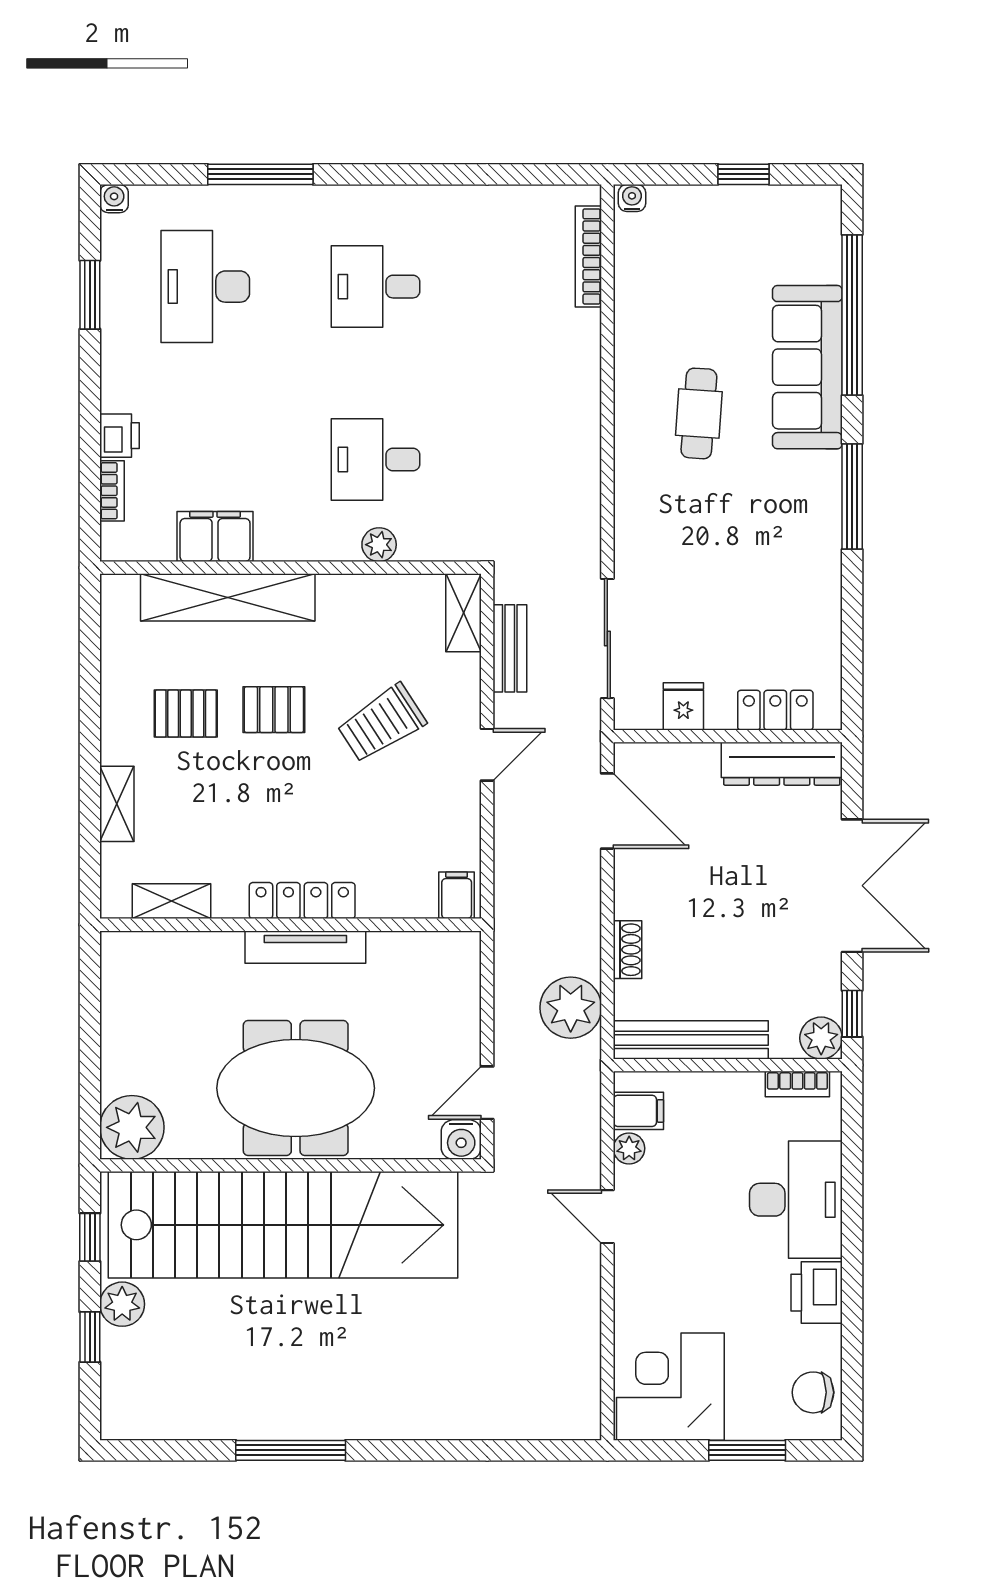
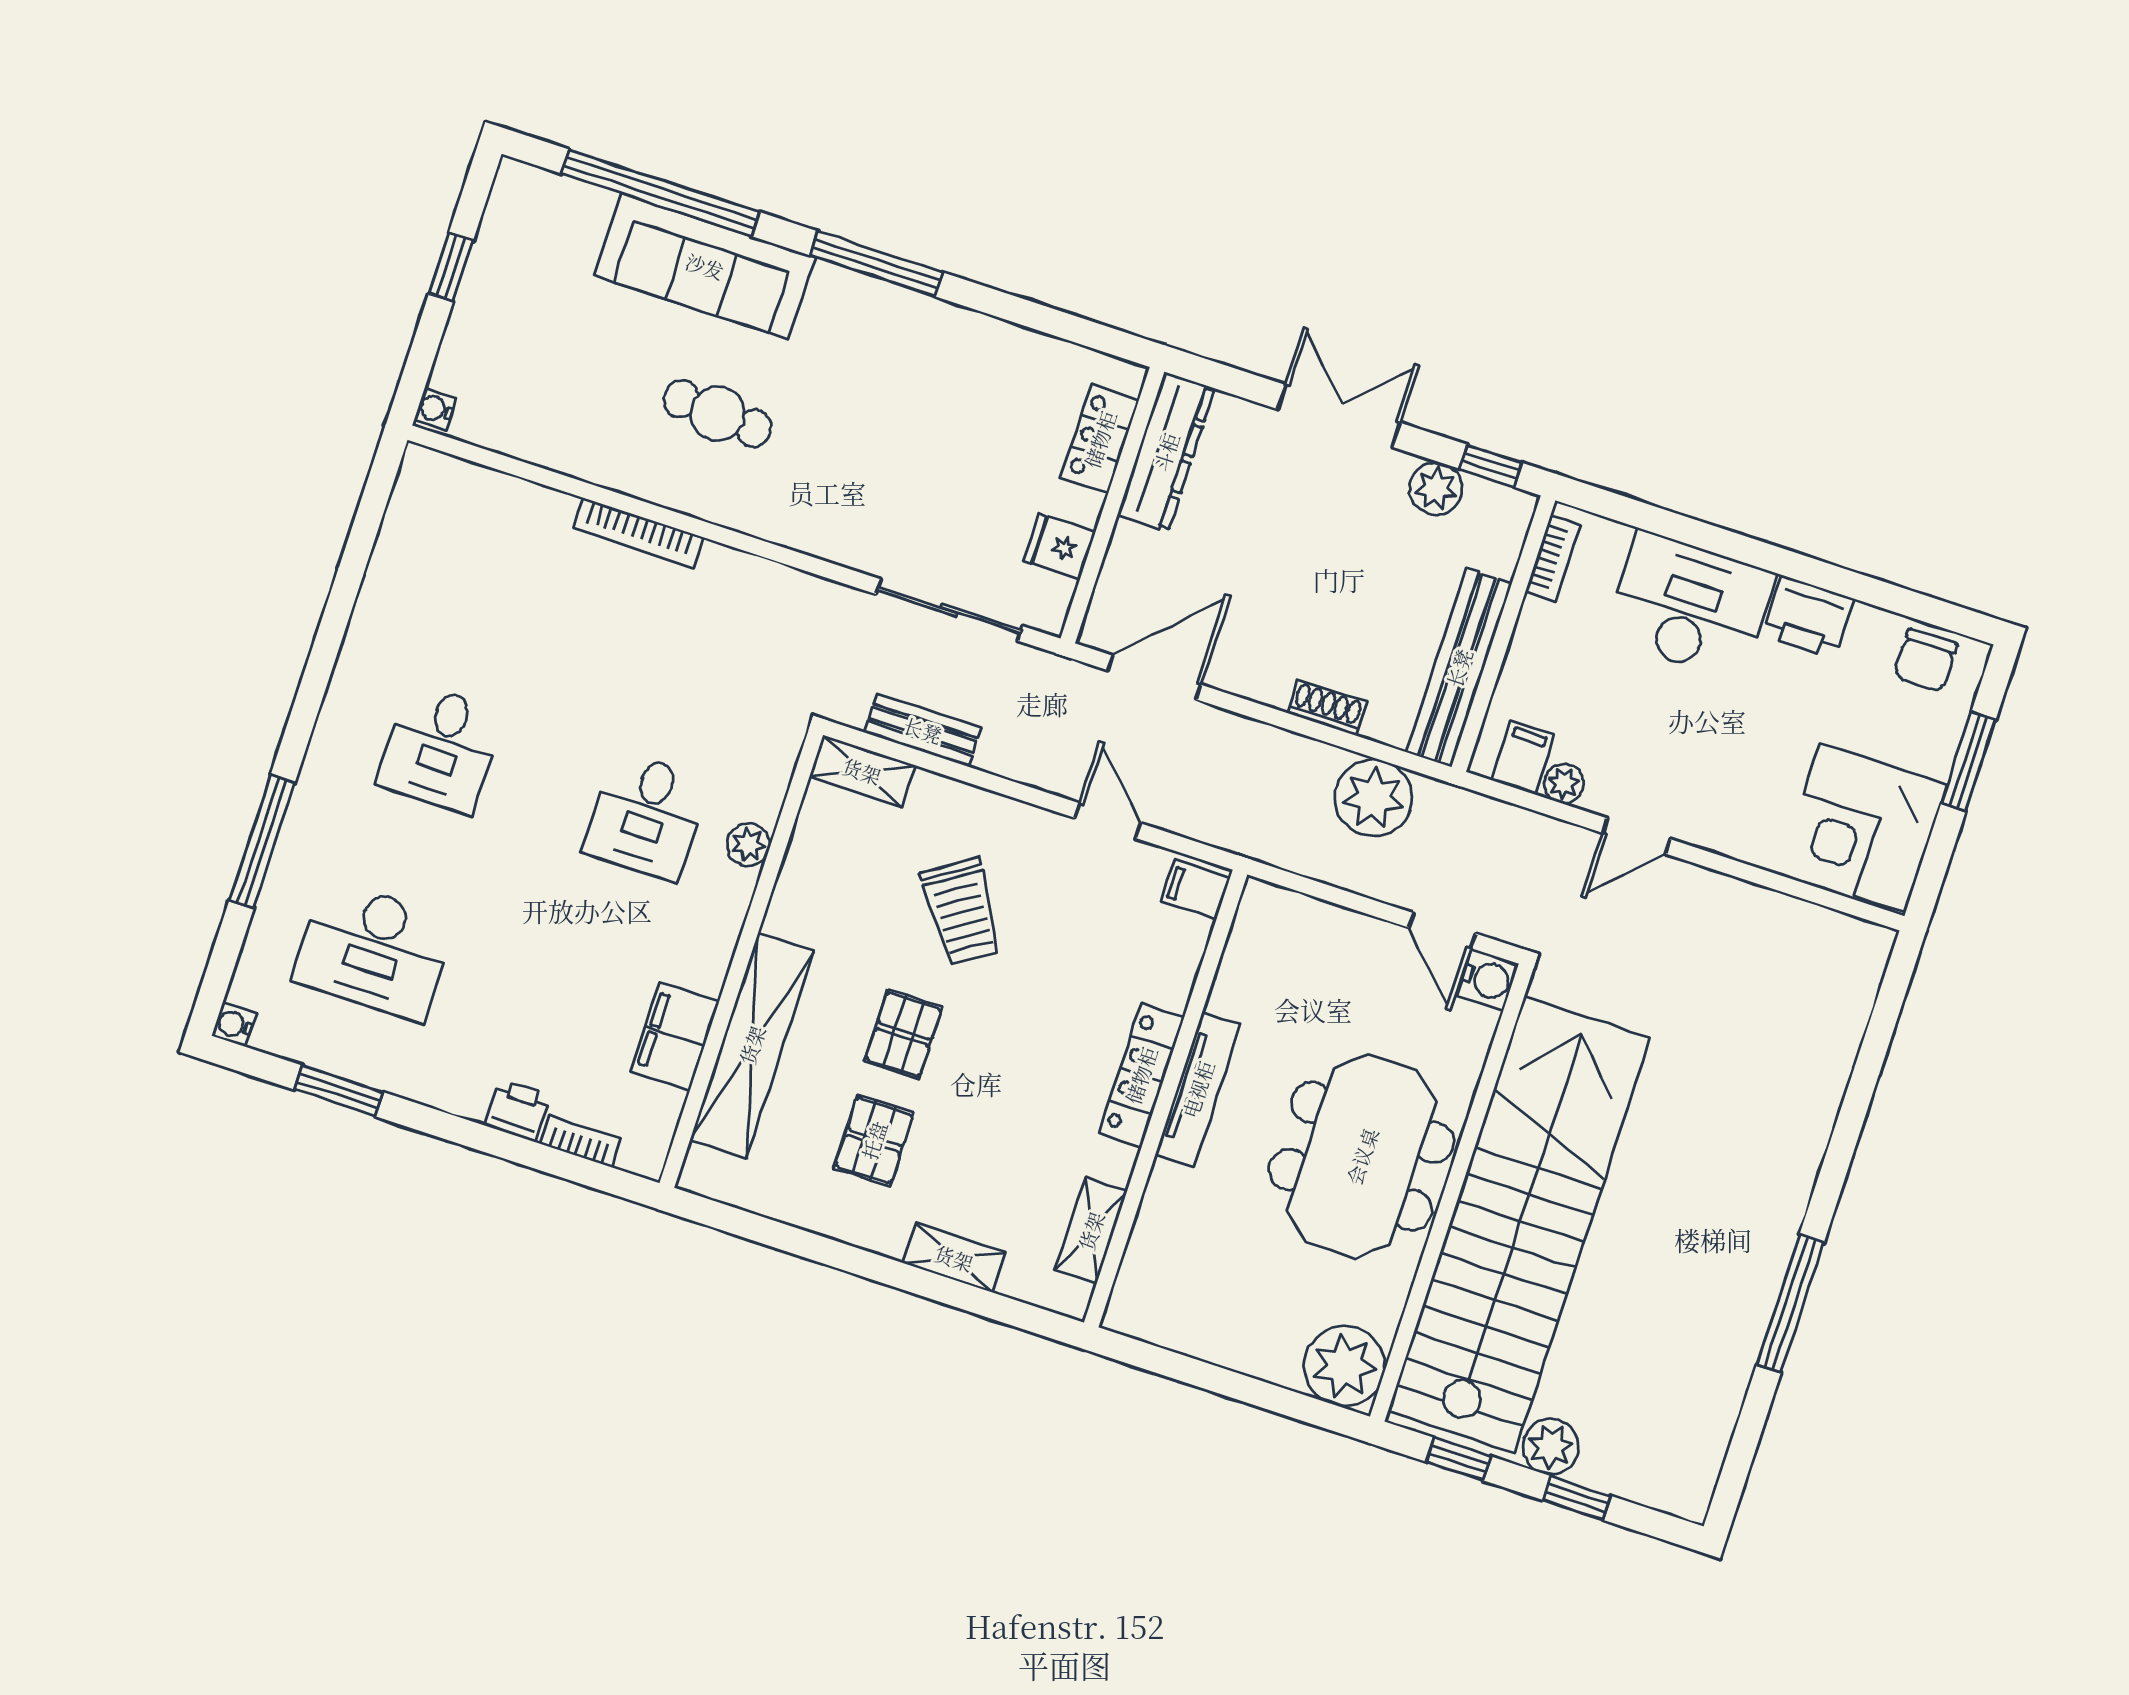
bookcase: (588, 256) -> (638, 533), moved
door: (487, 755) -> (1108, 821), moved
double door: (852, 886) -> (1339, 416), width x0.73
plant: (821, 1038) -> (1436, 489), moved

